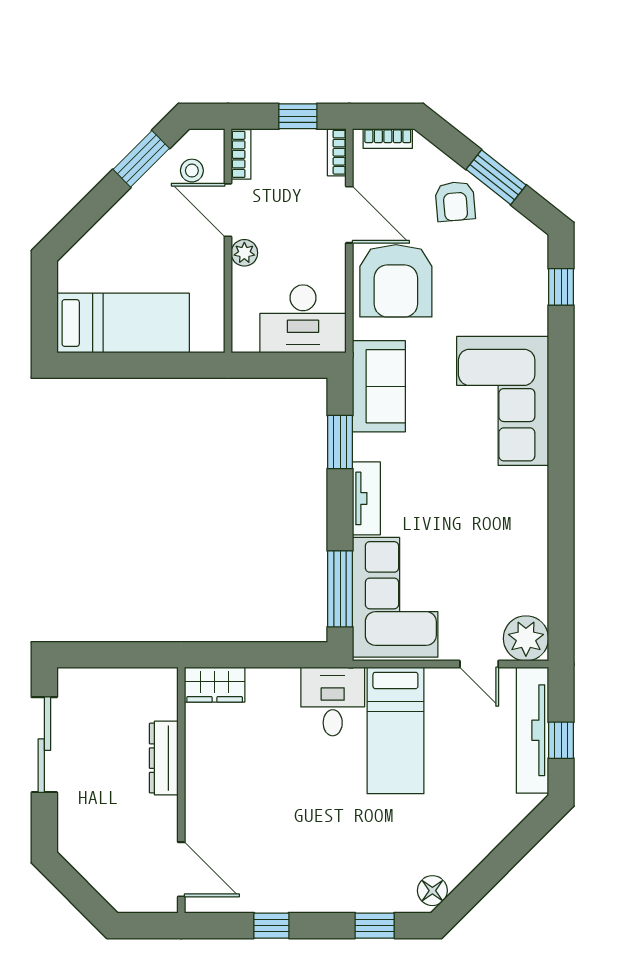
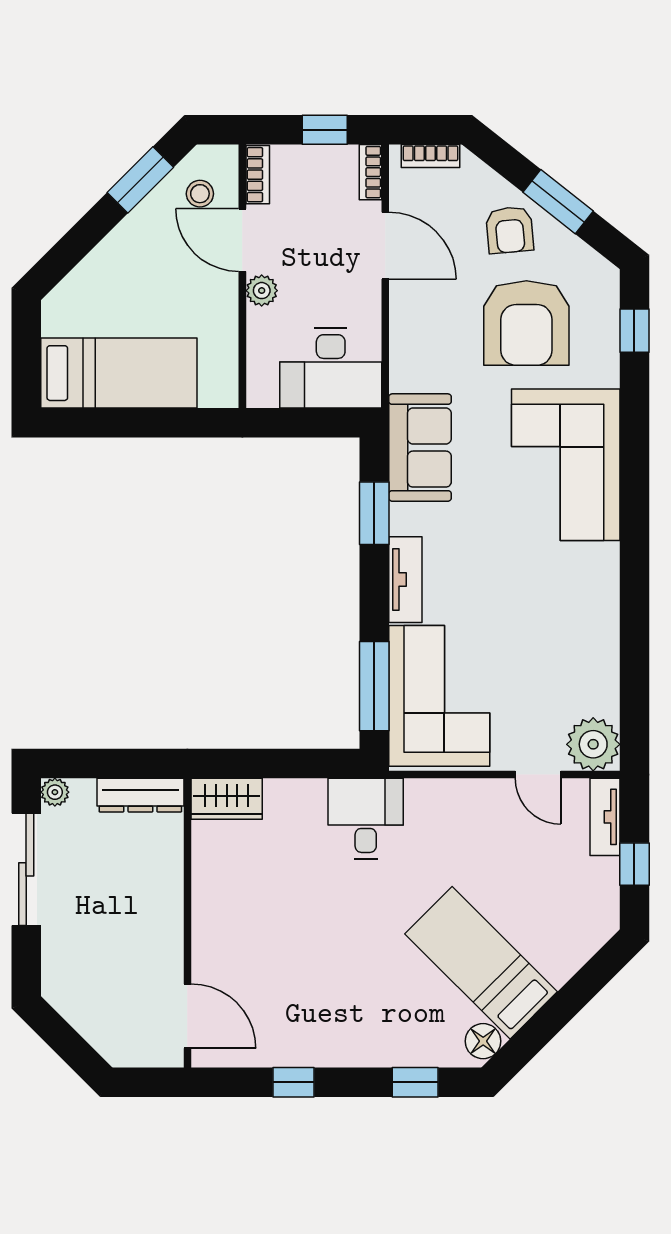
armchair: (396, 281) -> (526, 323), moved
plant: (69, 679) -> (55, 792), added
bed: (395, 730) -> (481, 963), moved, turned 135
tv unit: (532, 730) -> (605, 817), width x0.52, depth x0.78
dresser: (164, 758) -> (140, 795), moved, turned -90

